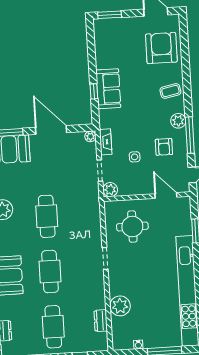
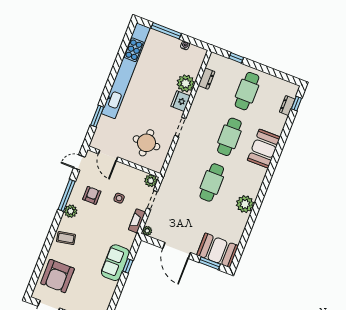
fridge: (117, 285) -> (181, 101), added

